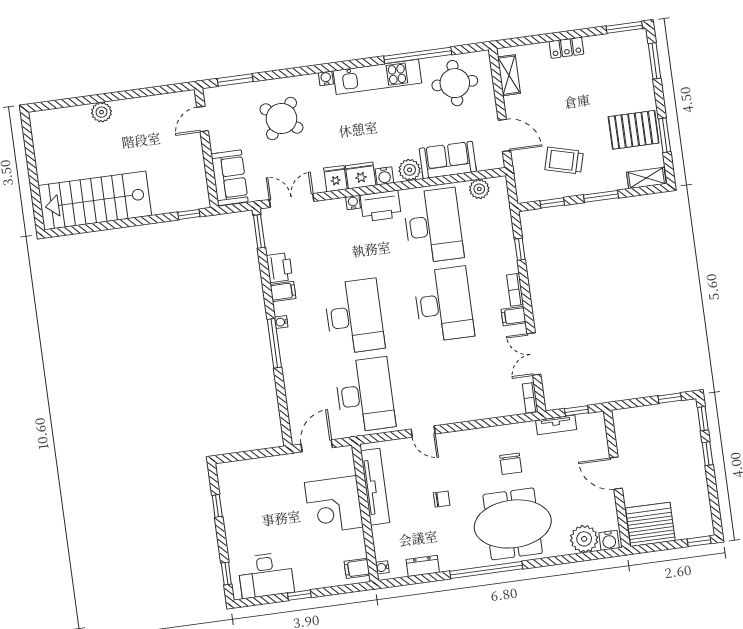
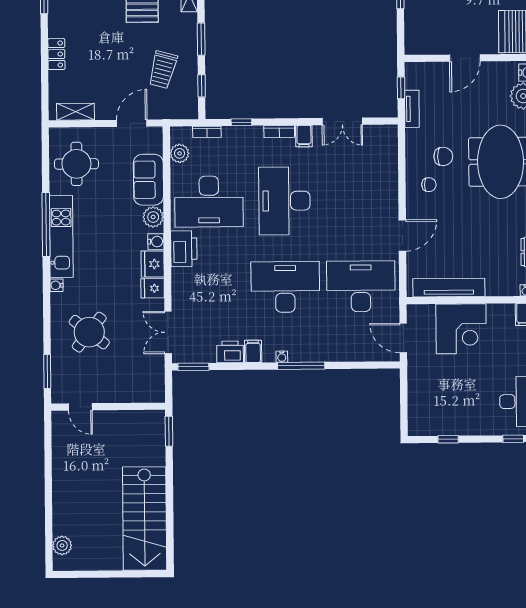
window: (418, 55) -> (46, 225), moved
plant: (102, 112) -> (62, 545), moved
sofa: (230, 178) -> (139, 388), removed
water cooler: (353, 203) -> (177, 274), removed
window: (189, 214) -> (169, 431), width x1.50
desk: (433, 226) -> (209, 201), turned 180
desk: (444, 304) -> (284, 201), turned -90
bookcase: (530, 398) -> (207, 132), moved
door: (423, 431) -> (402, 235), width x1.37
chair: (442, 499) -> (429, 185), moved, turned 90

